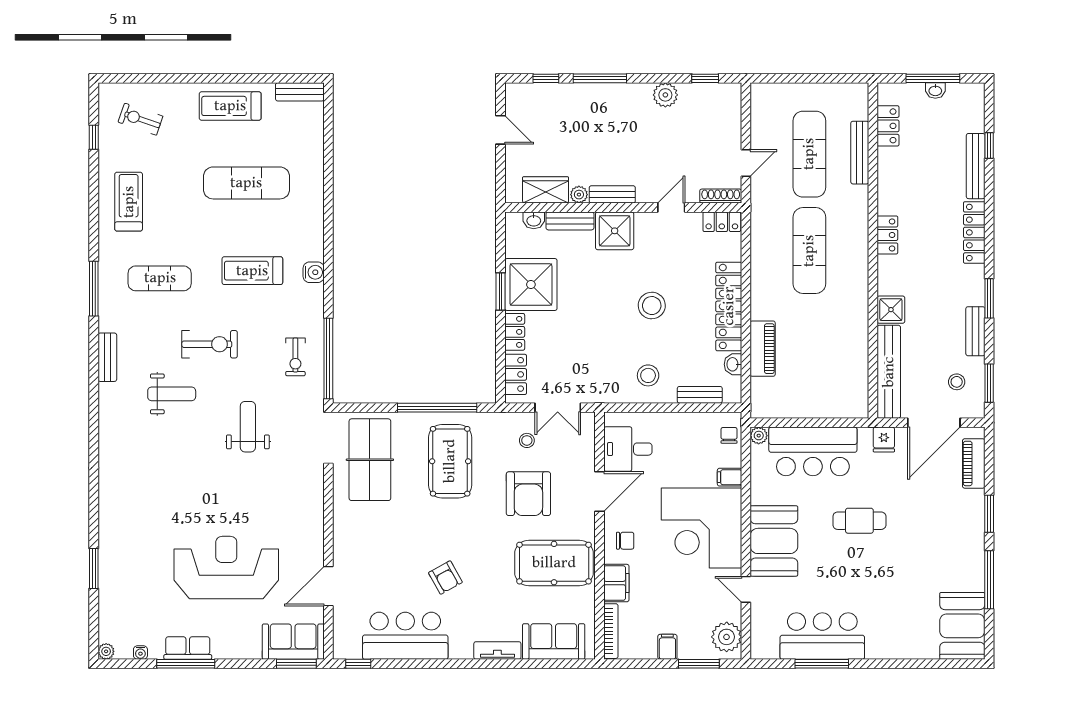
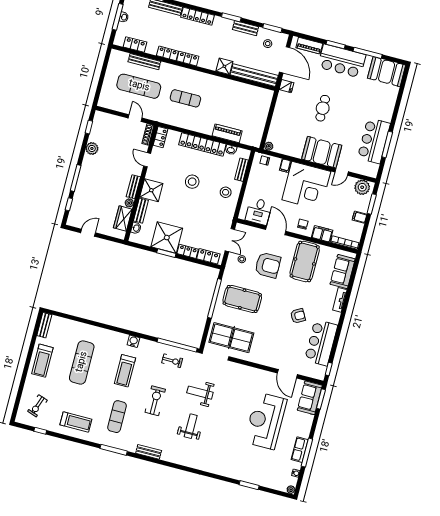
locker: (887, 193) -> (167, 53), added
treadmill: (129, 202) -> (76, 422), turned 180
exercise mat: (809, 251) -> (185, 98), width x0.73, depth x0.69
weight bench: (172, 394) -> (191, 426), moved
bar counter: (813, 451) -> (342, 61), moved, turned 90

